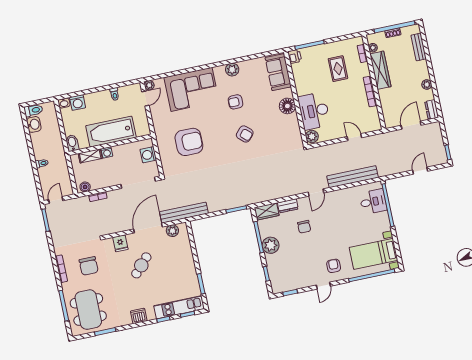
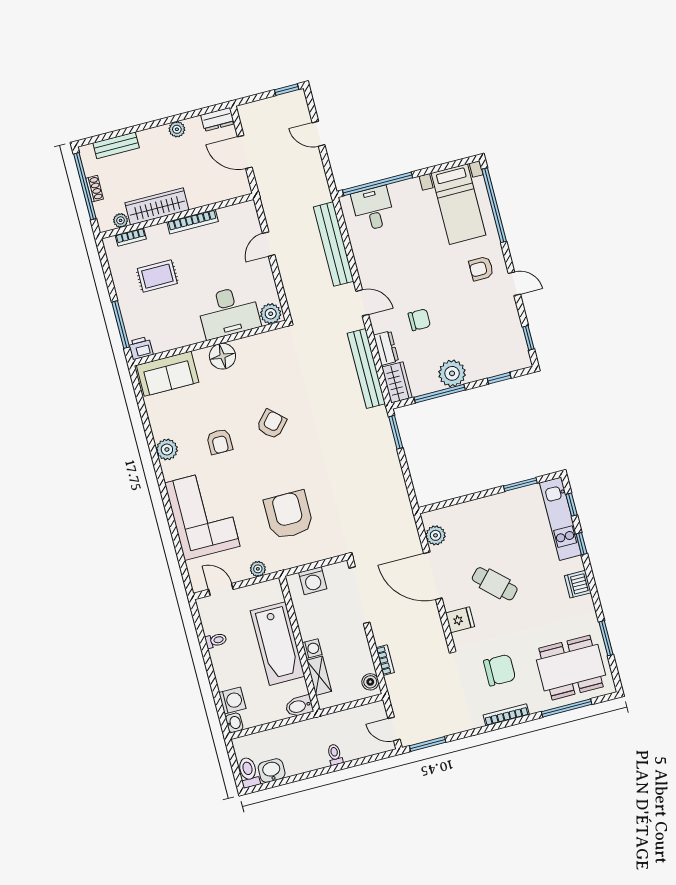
plant: (149, 85) -> (258, 569), moved
bench: (184, 213) -> (366, 368), moved

